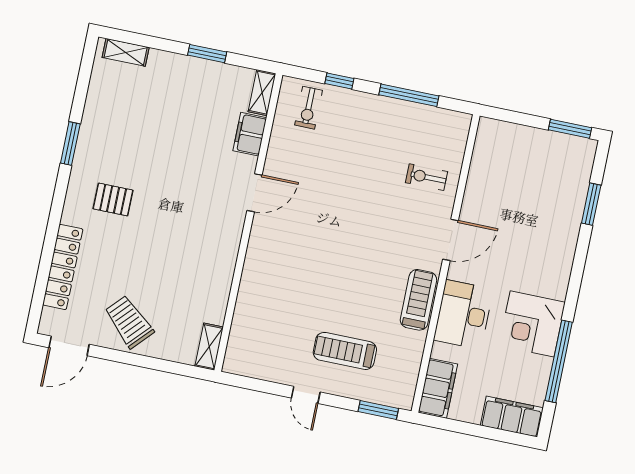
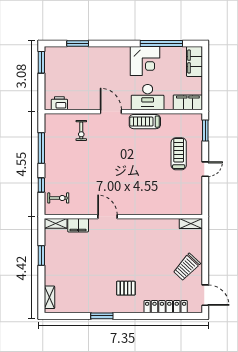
printer: (486, 147) -> (59, 103), added
pallet: (113, 199) -> (126, 288), turned 90
treadmill: (345, 351) -> (179, 154), turned 180

